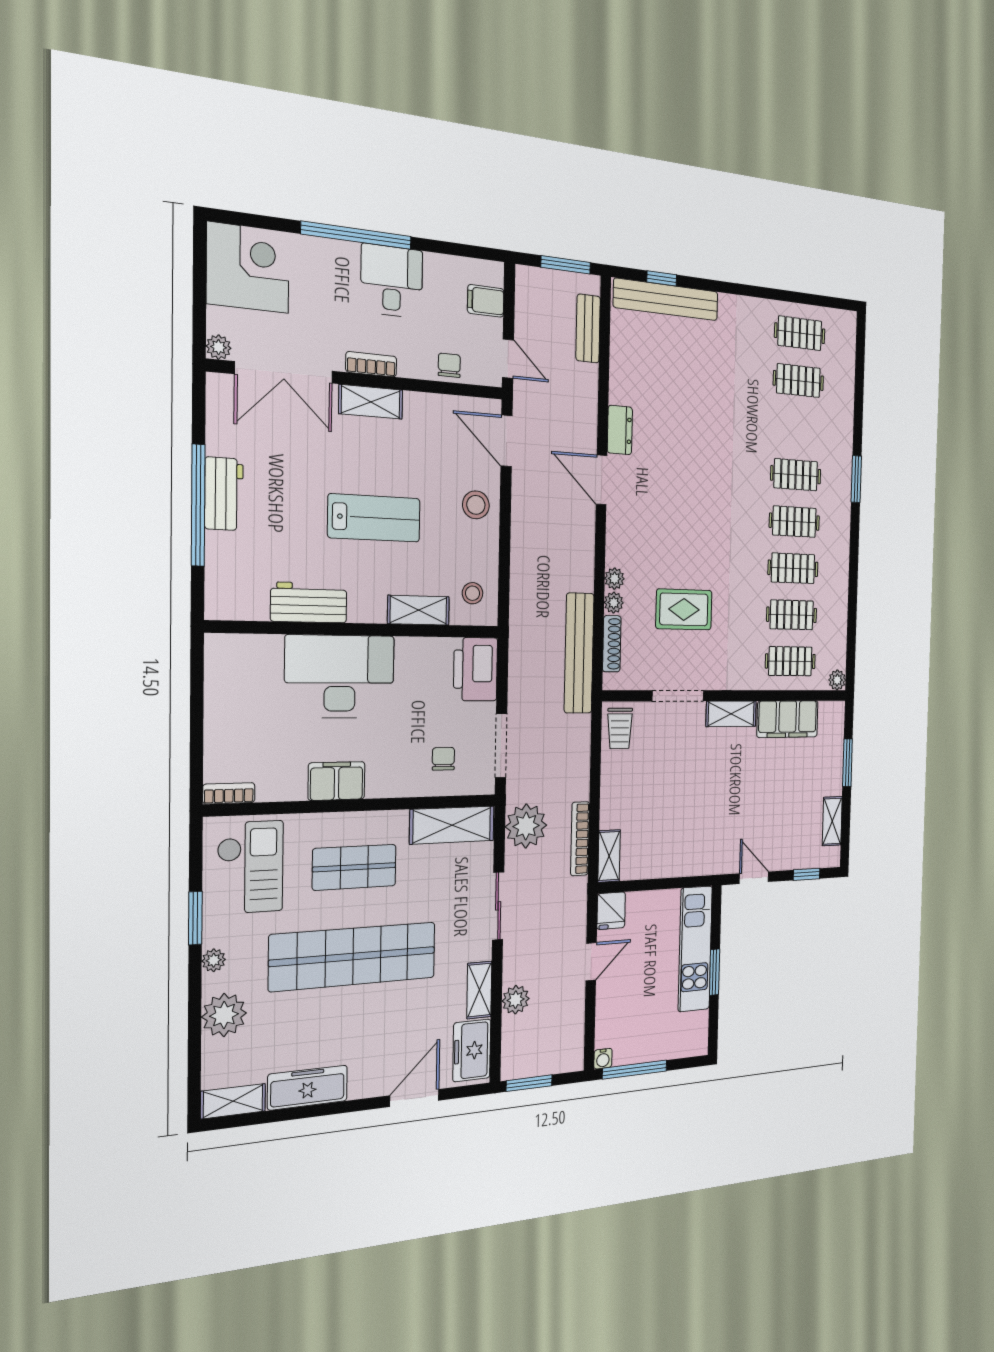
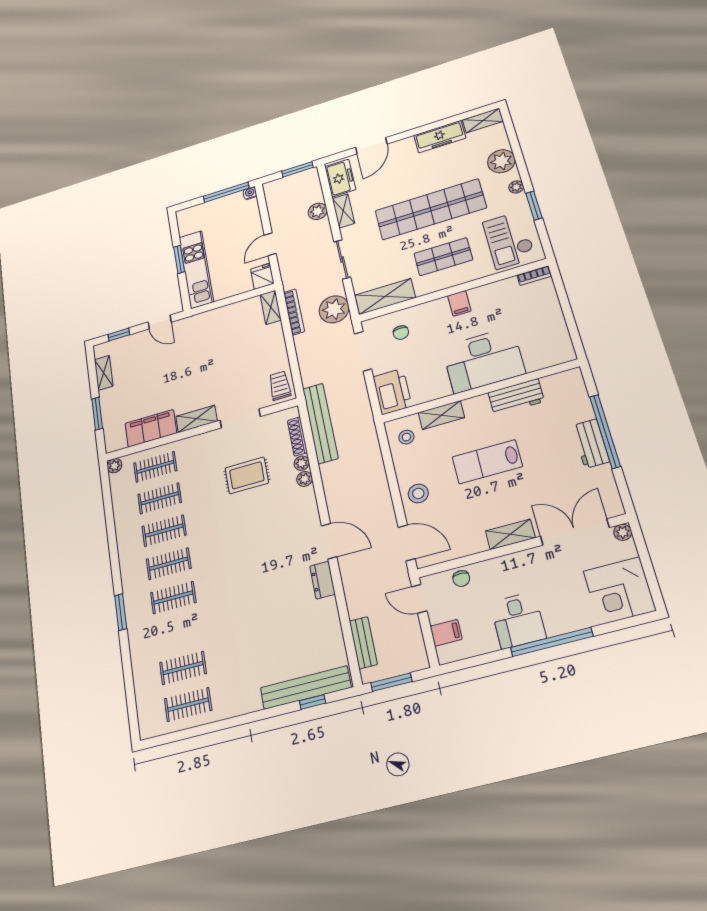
bookcase: (371, 364) -> (517, 559), removed
filing cabinet: (337, 781) -> (459, 303), width x0.50

